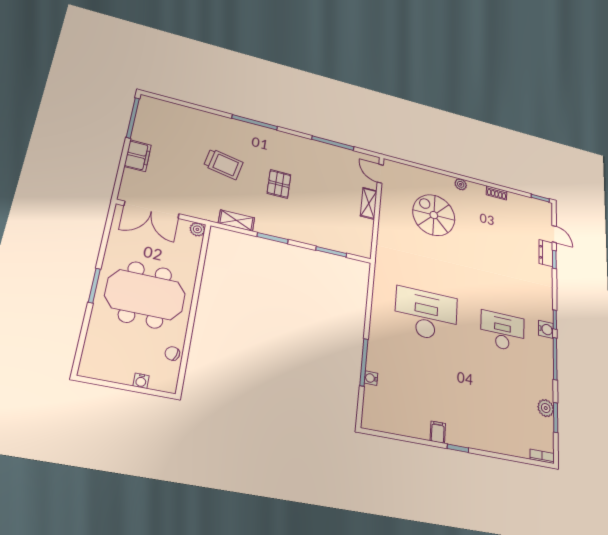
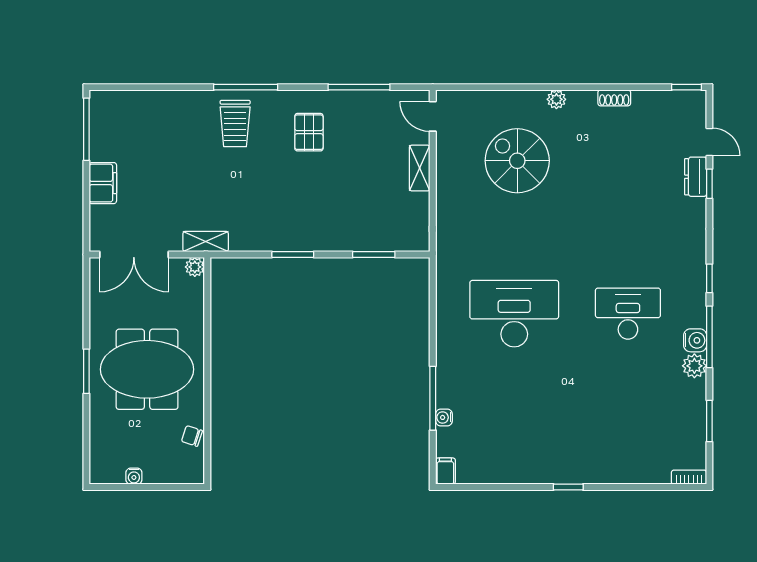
trolley: (223, 164) -> (235, 124), moved, turned 79
pallet: (279, 184) -> (309, 132), moved
shelving: (236, 220) -> (206, 242), moved
water cooler: (546, 329) -> (695, 340), moved
water cooler: (141, 381) -> (134, 476), moved
plant: (546, 408) -> (694, 366), moved
filing cabinet: (438, 432) -> (445, 471), moved

